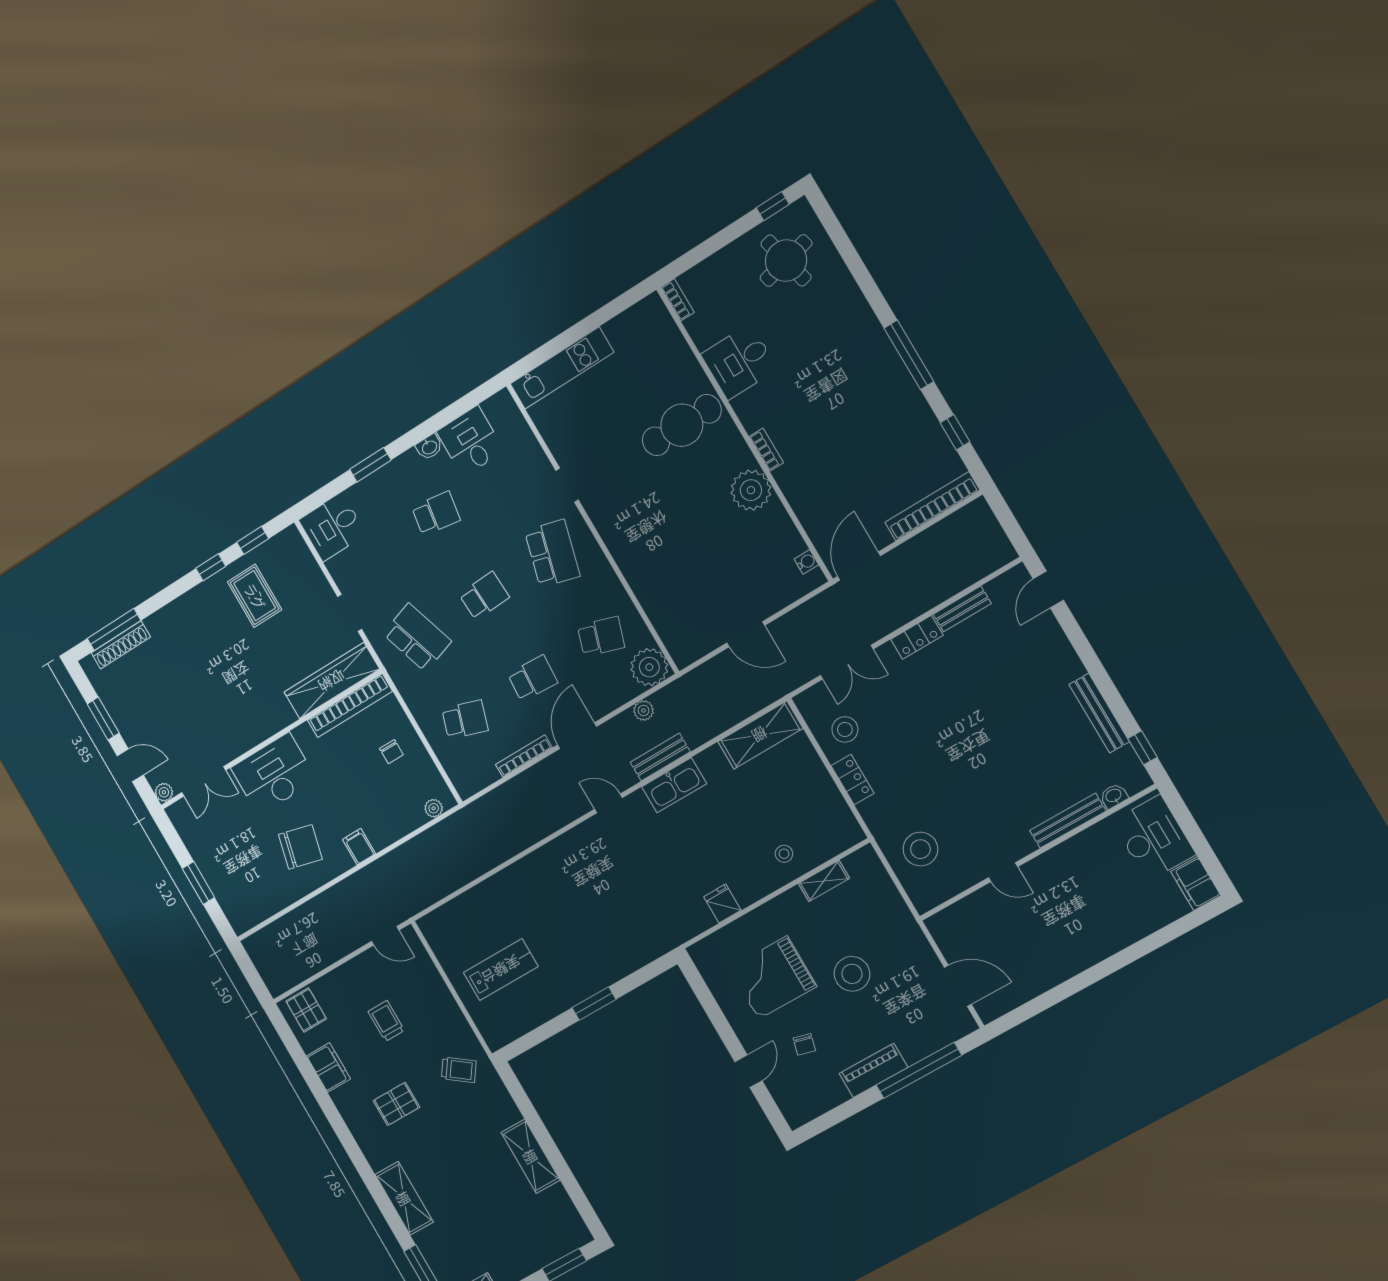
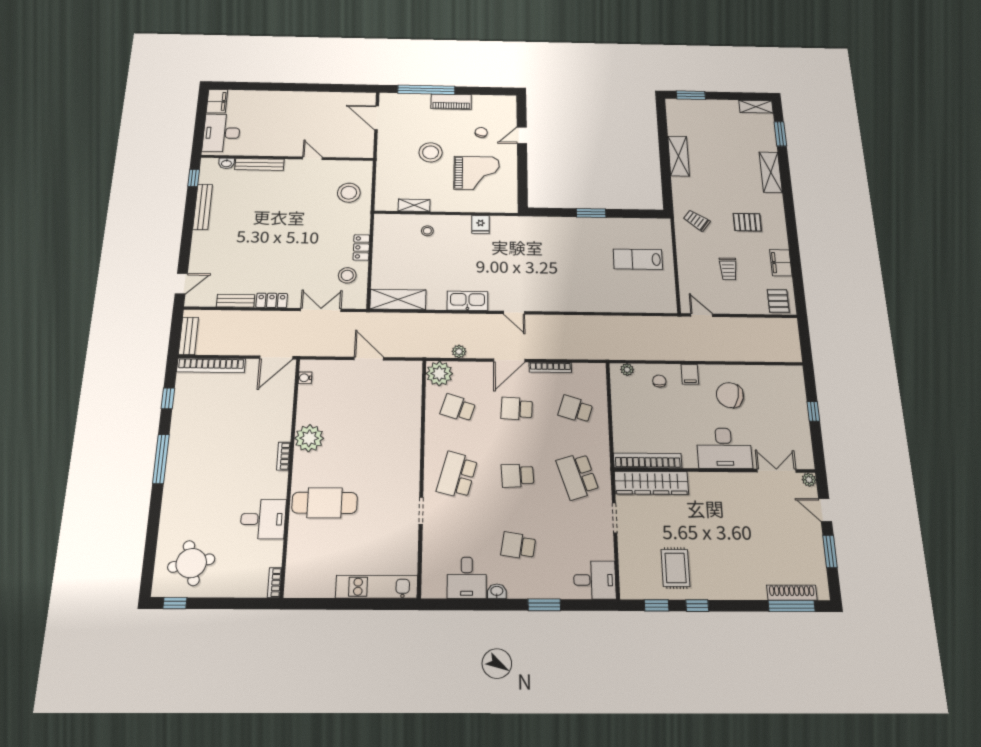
chair: (391, 752) -> (659, 381), moved
bench: (660, 757) -> (188, 336), moved, turned 90
window: (198, 883) -> (813, 411), width x0.67

